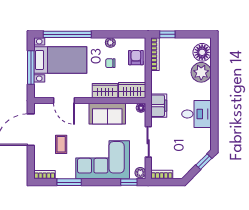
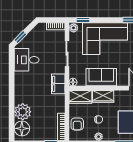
desk: (196, 114) -> (27, 60), moved

